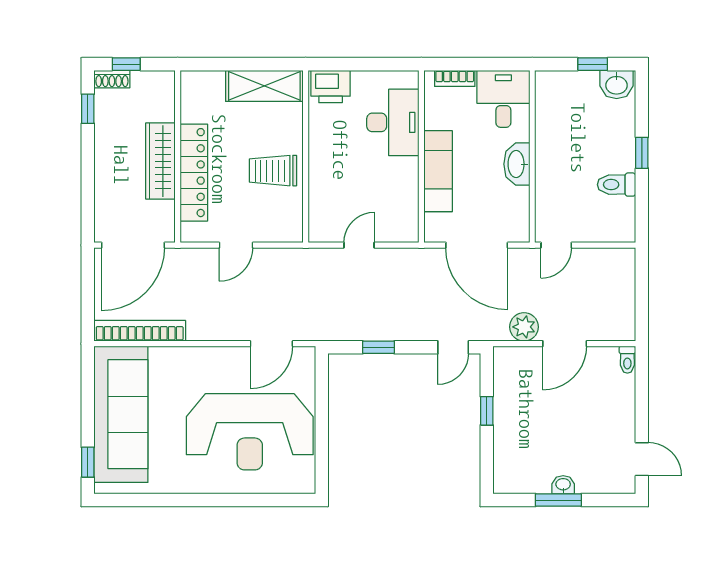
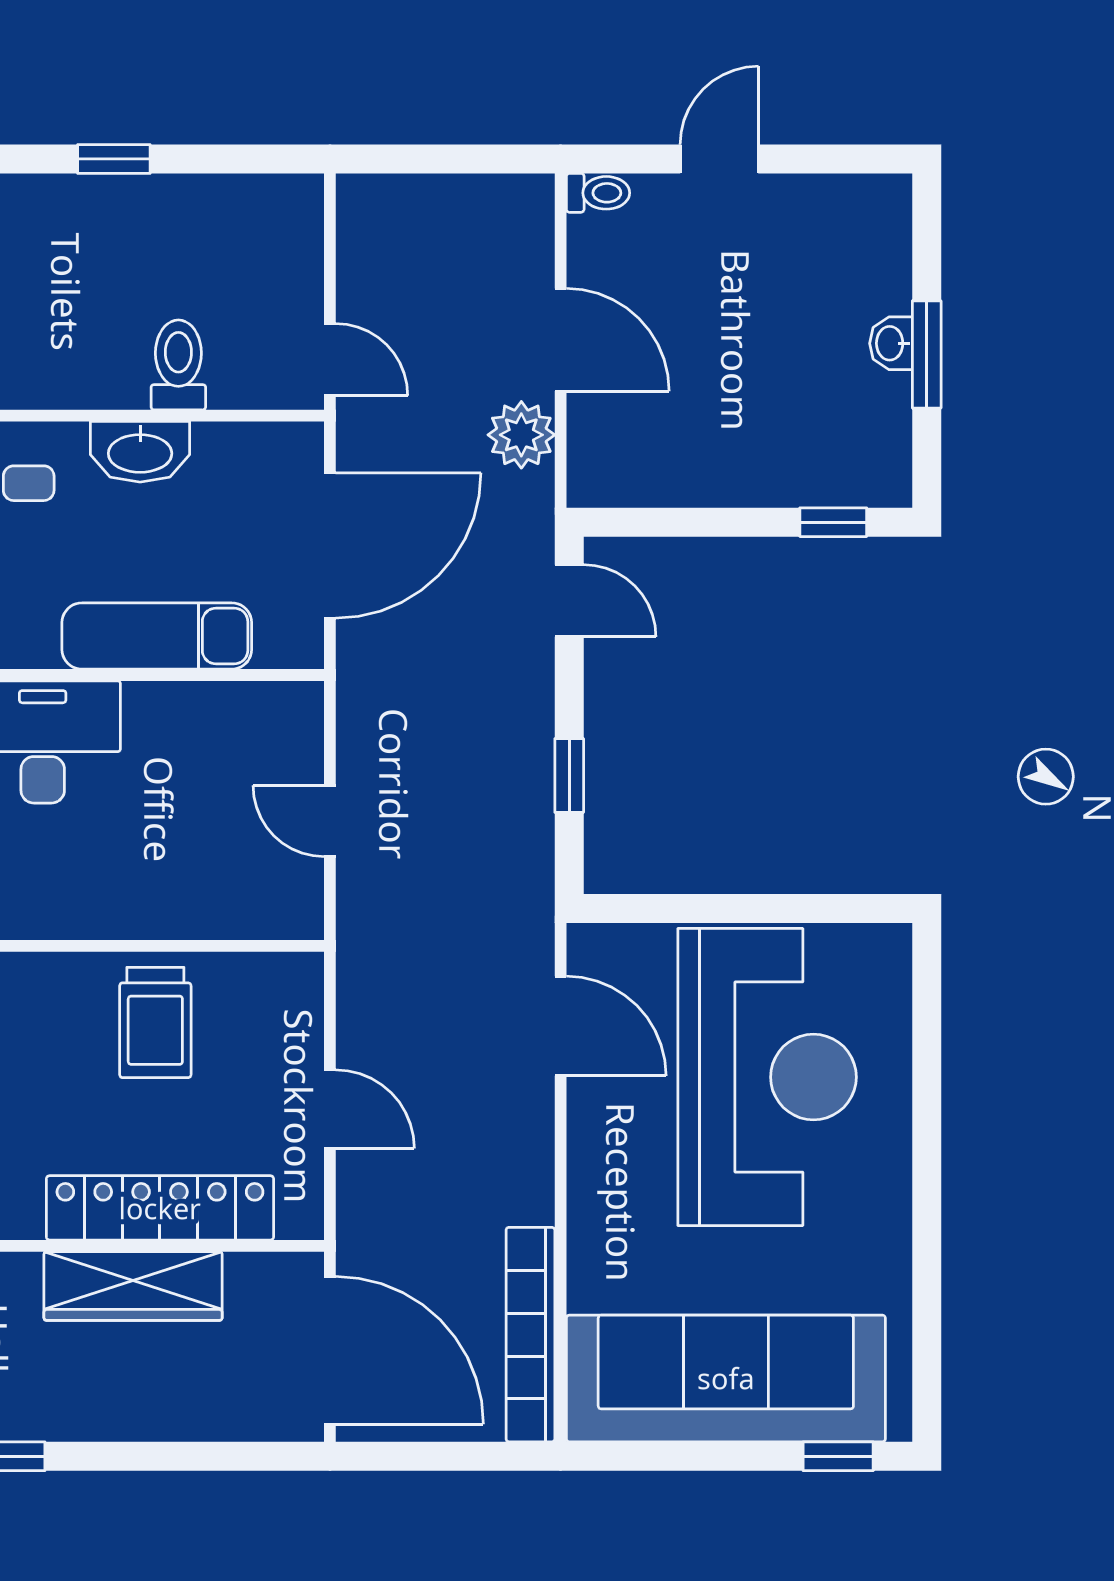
toilet: (616, 185) -> (178, 365), moved, turned 180
window: (487, 411) -> (833, 522), moved
door: (642, 459) -> (719, 159), moved

